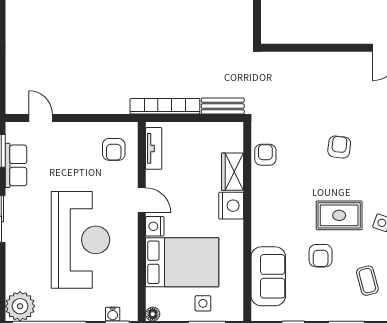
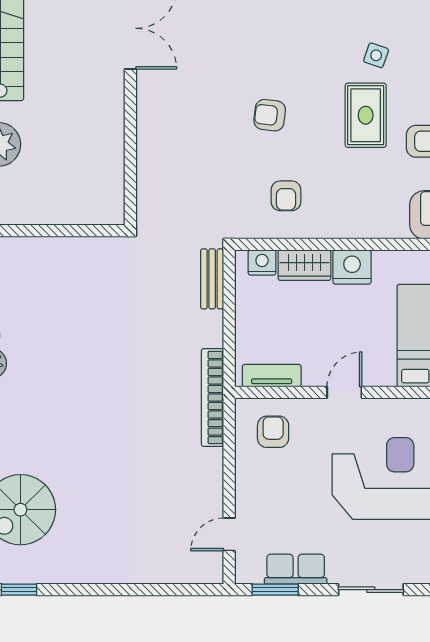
bookcase: (165, 106) -> (213, 398), moved
armchair: (114, 149) -> (273, 432), turned -90
armchair: (265, 155) -> (286, 196), moved, turned -90
nightstand: (155, 226) -> (262, 263), moved, turned 180

